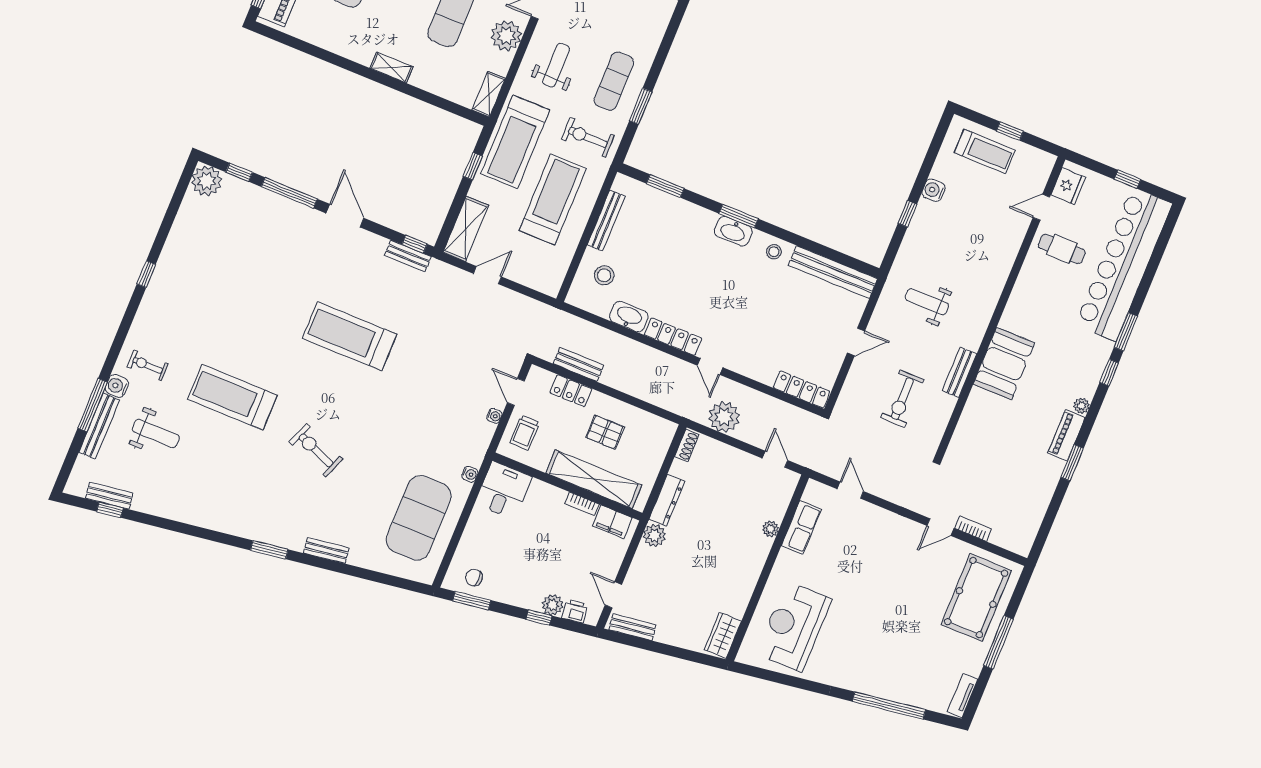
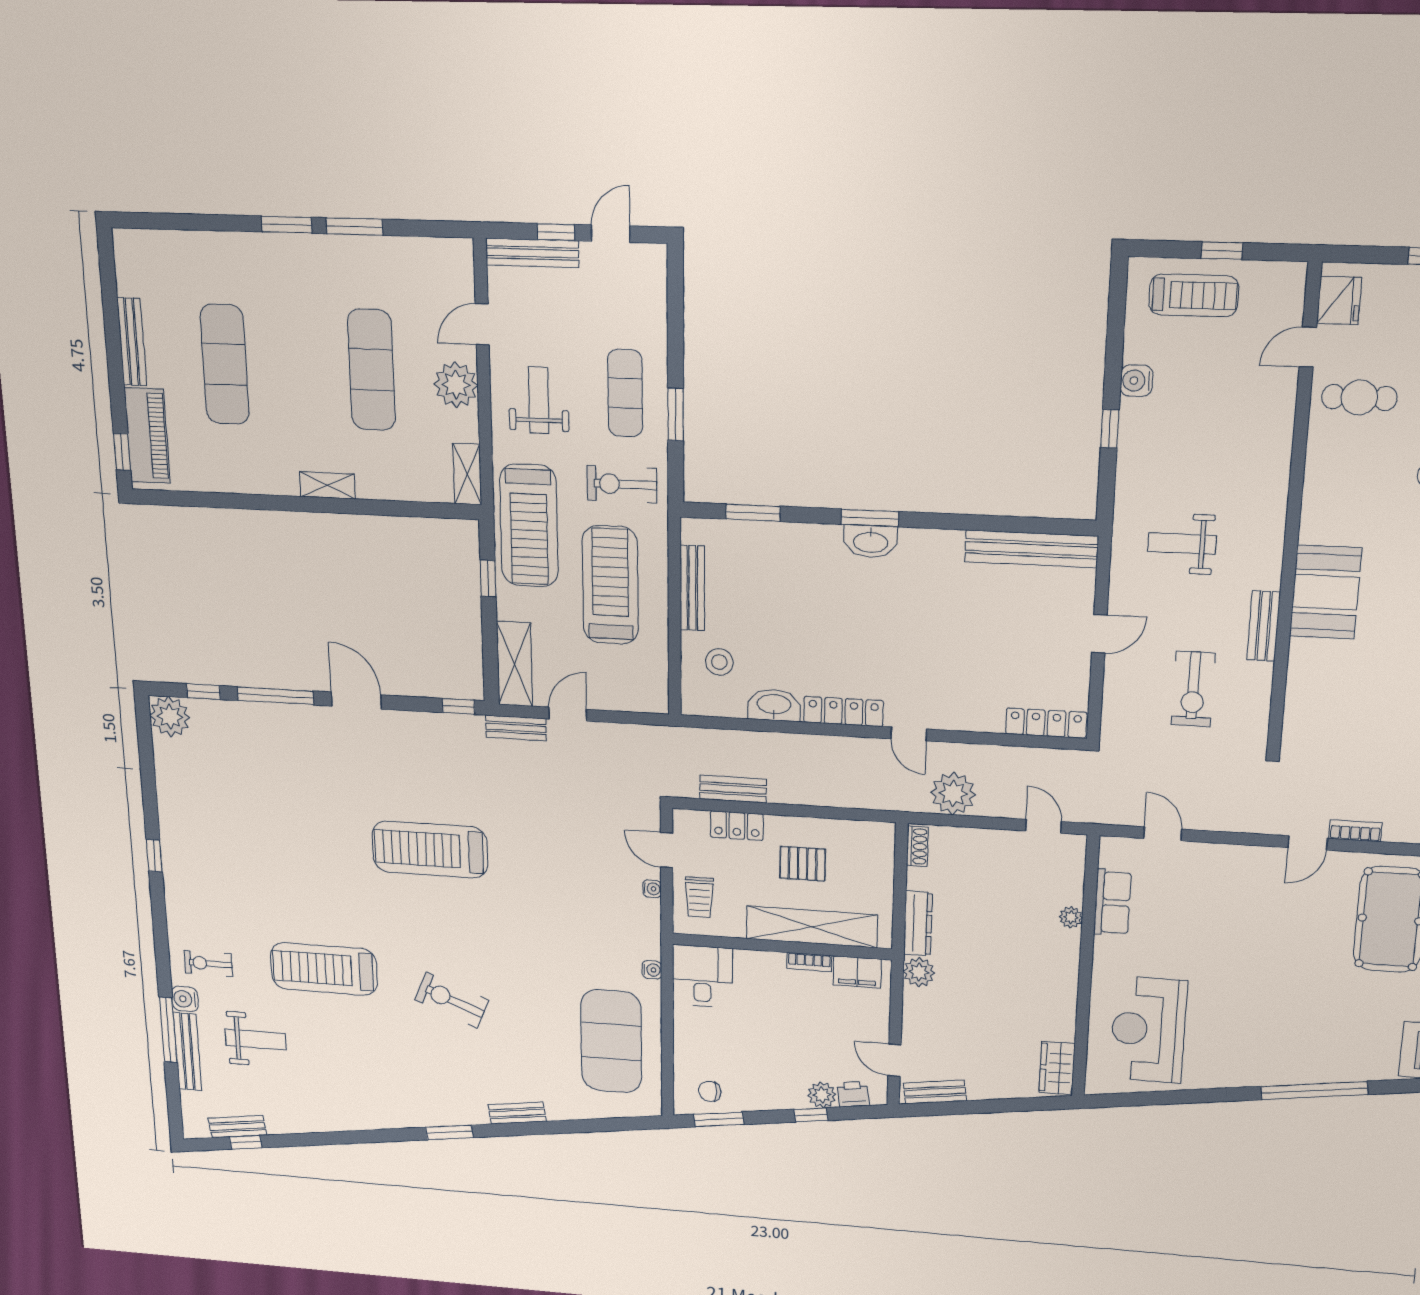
stool: (774, 252) -> (938, 550), removed
bench: (408, 256) -> (516, 728), moved

